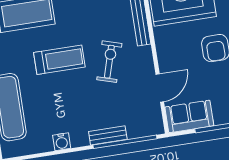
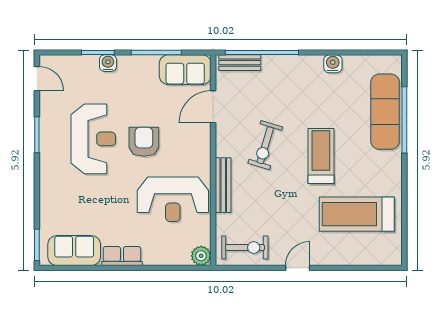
treadmill: (59, 60) -> (321, 156), turned 90
bench: (108, 135) -> (240, 63), moved

